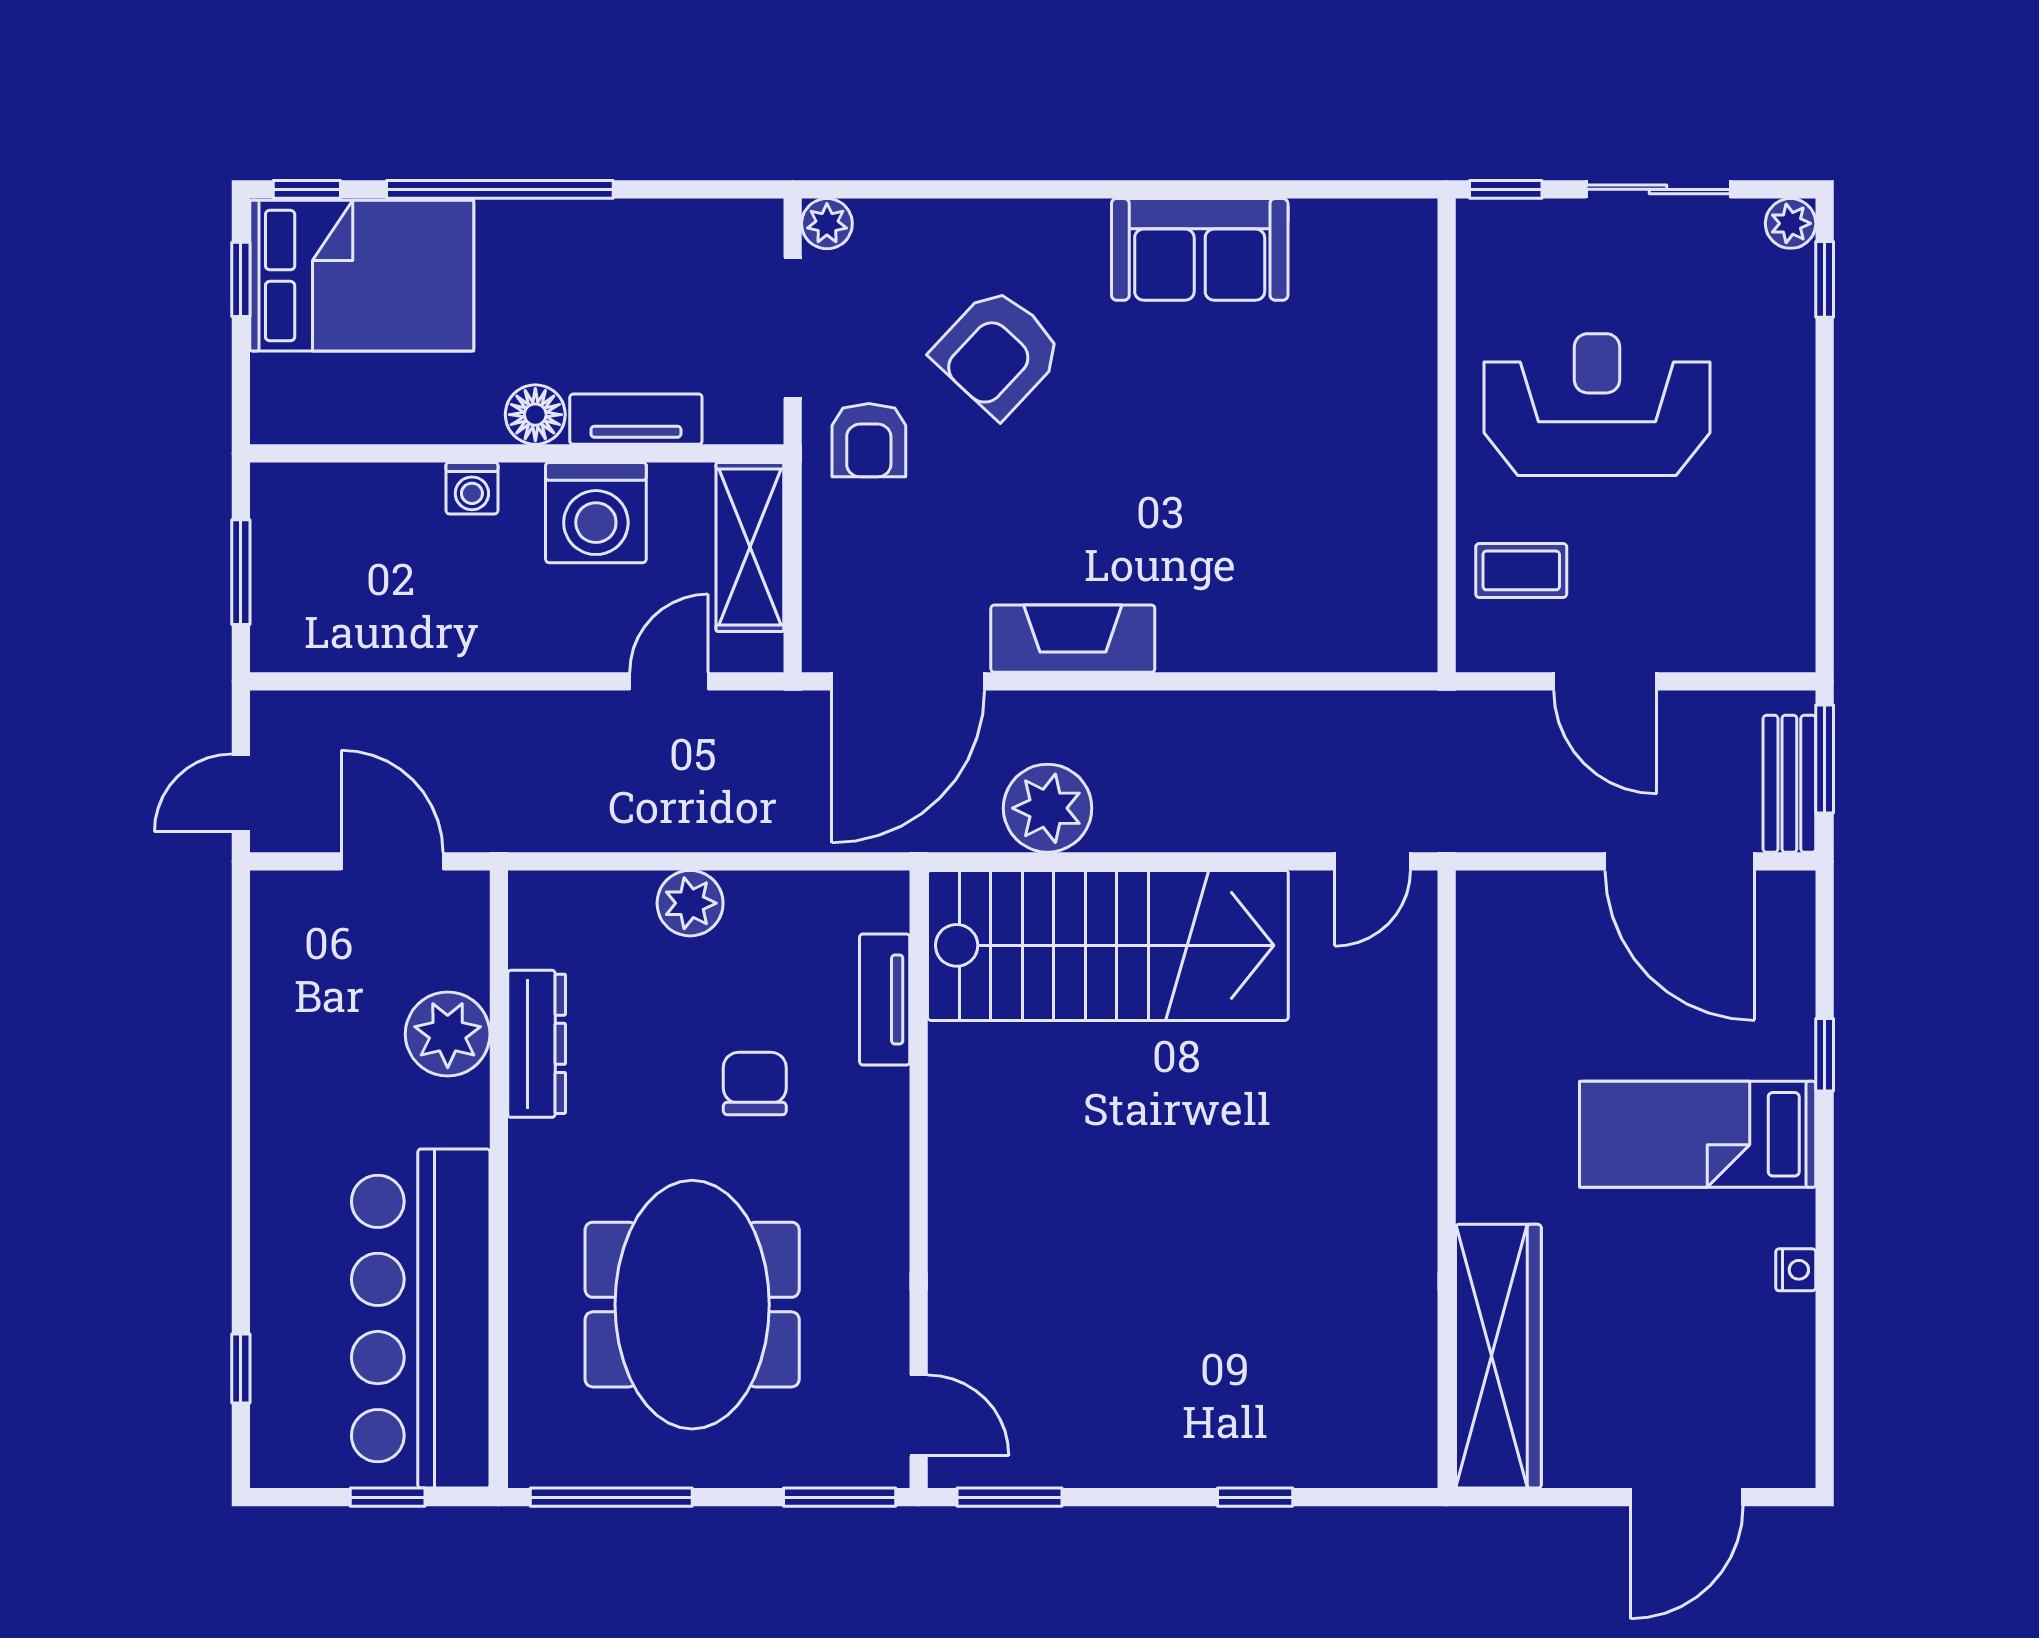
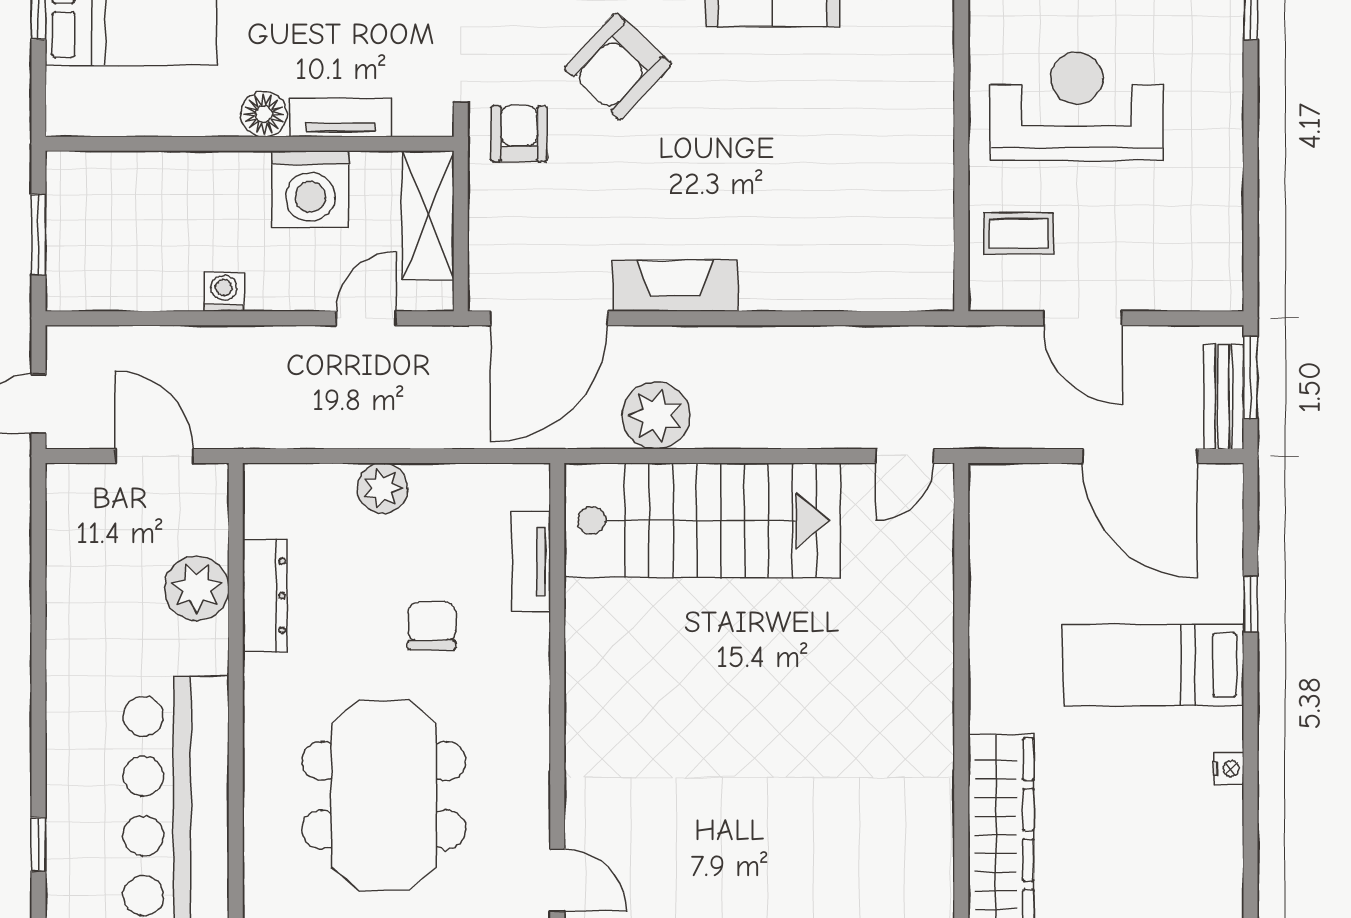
armchair: (869, 440) -> (519, 134), turned 180
washing machine: (472, 488) -> (224, 292), moved, turned 180

